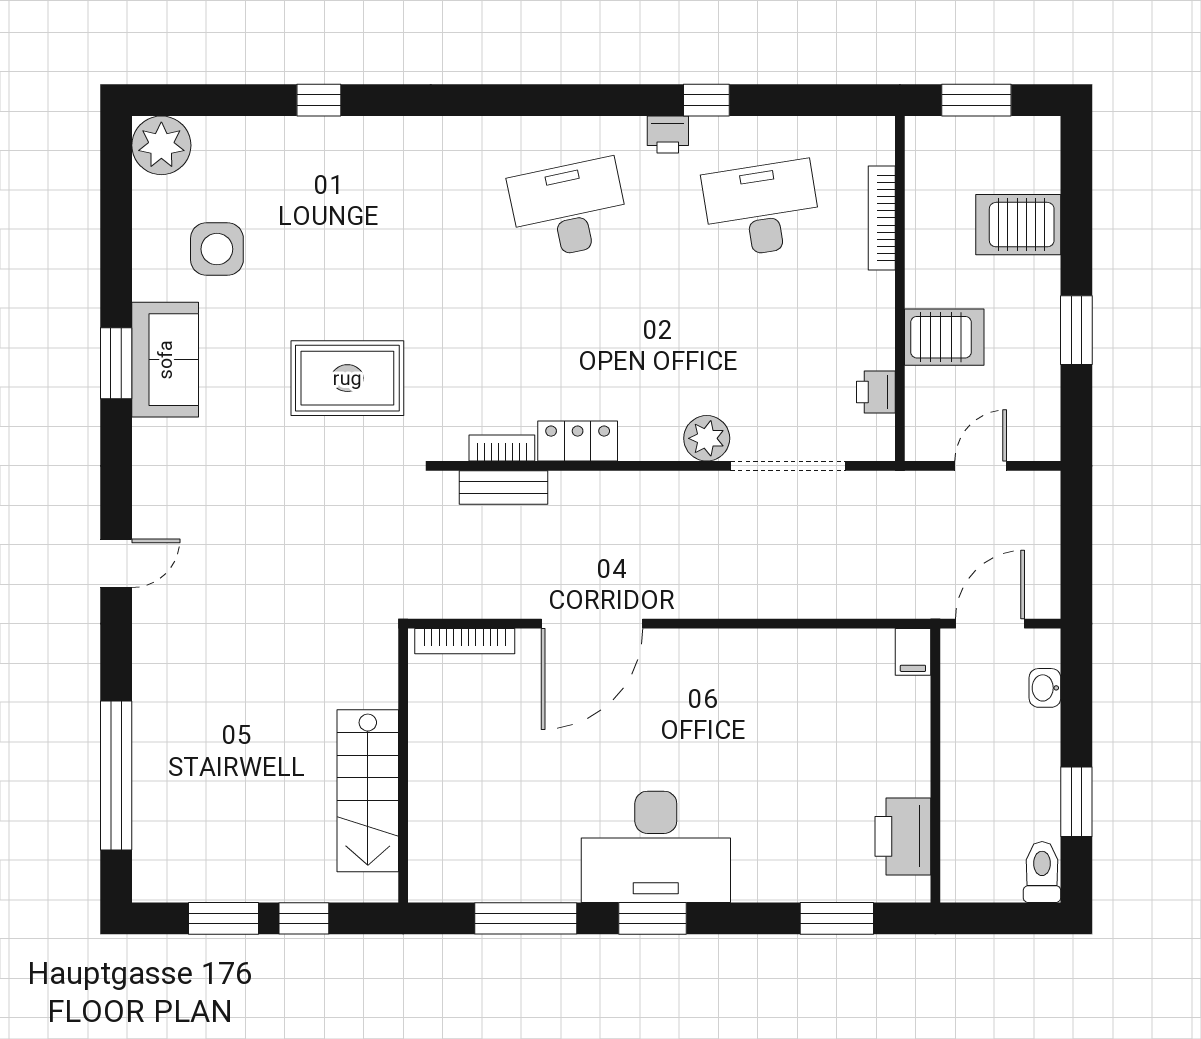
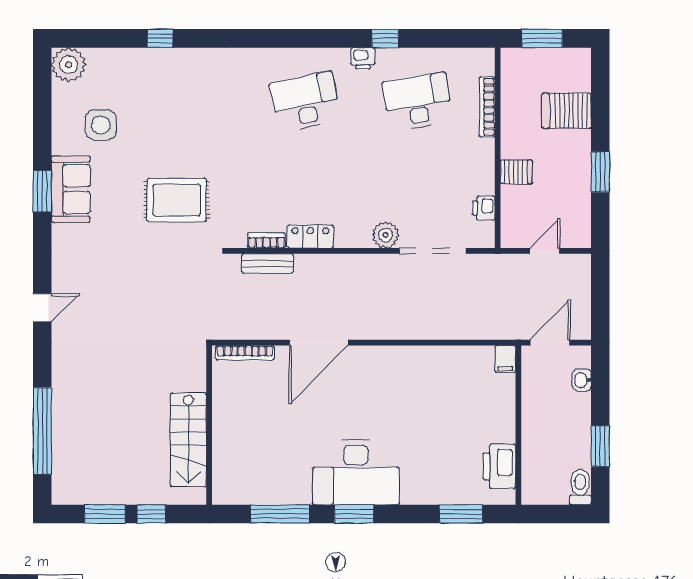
server rack: (944, 337) -> (516, 172), width x0.73, depth x0.70

